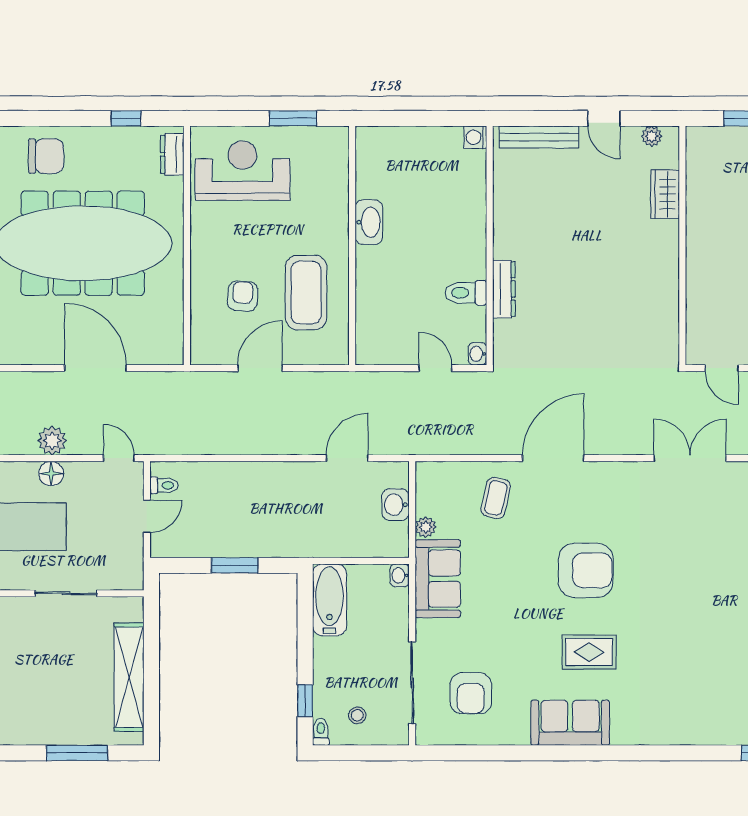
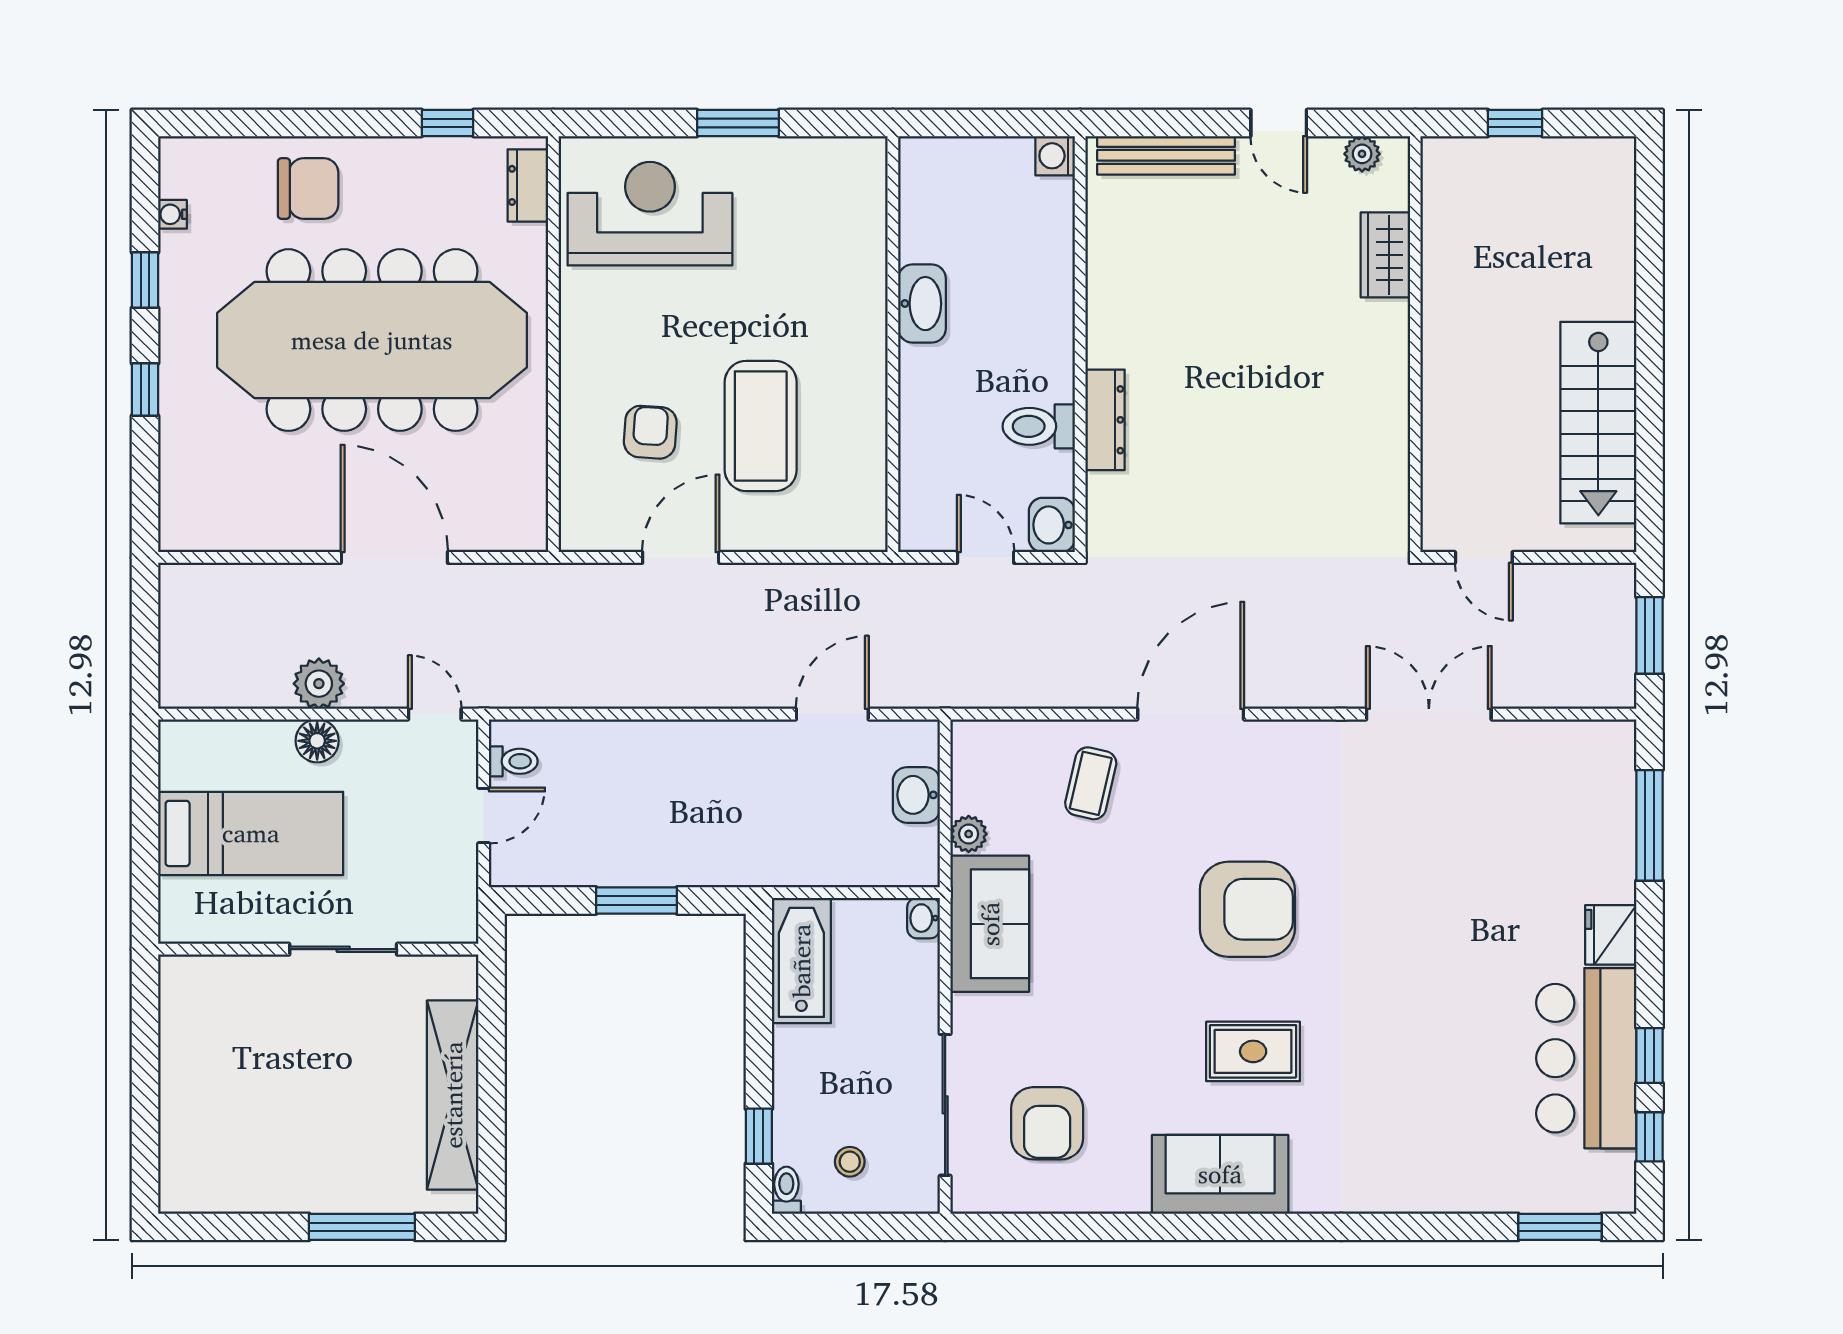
washbasin: (369, 222) -> (922, 304), moved
wall: (352, 246) -> (893, 344), moved
washbasin: (478, 354) -> (1052, 525), width x1.38, depth x1.45

